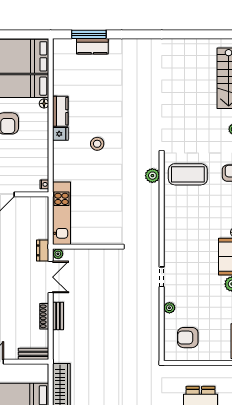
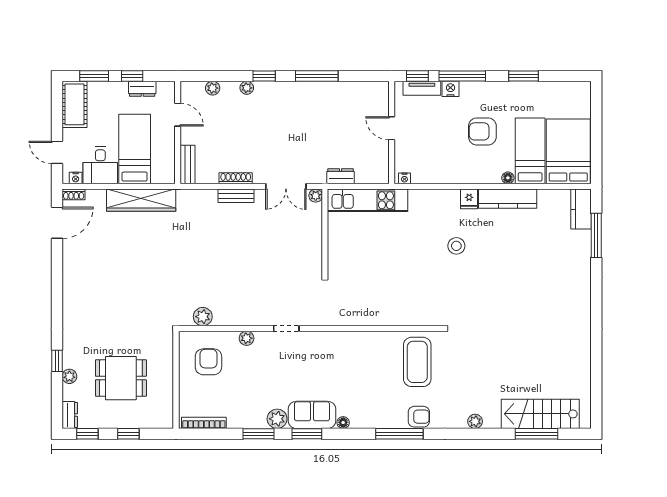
kitchen counter: (92, 46) -> (581, 209), moved
kitchen counter: (60, 111) -> (508, 199), width x1.50
plant: (152, 176) -> (203, 317), moved
dresser: (43, 250) -> (341, 176), moved

